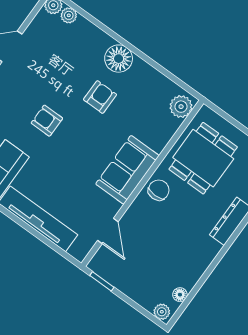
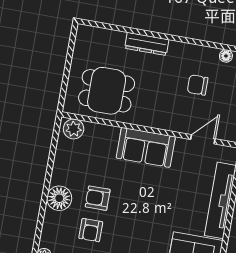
armchair: (47, 121) -> (91, 230), moved
chair: (159, 190) -> (198, 85), moved

